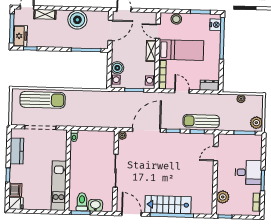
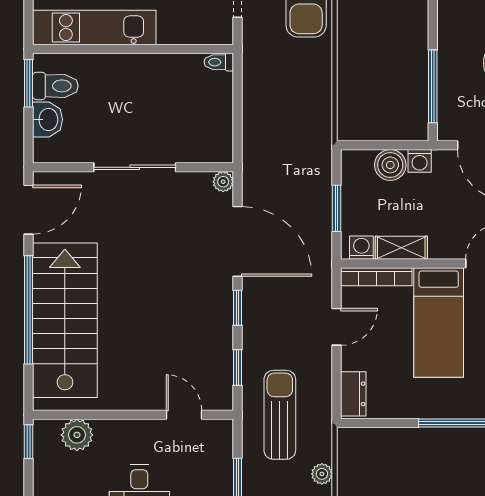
shelving: (151, 51) -> (401, 248), moved
washing machine: (115, 80) -> (420, 161), moved
sun lounger: (201, 121) -> (280, 415), moved
stairs: (168, 205) -> (65, 320), width x1.36, depth x1.51

